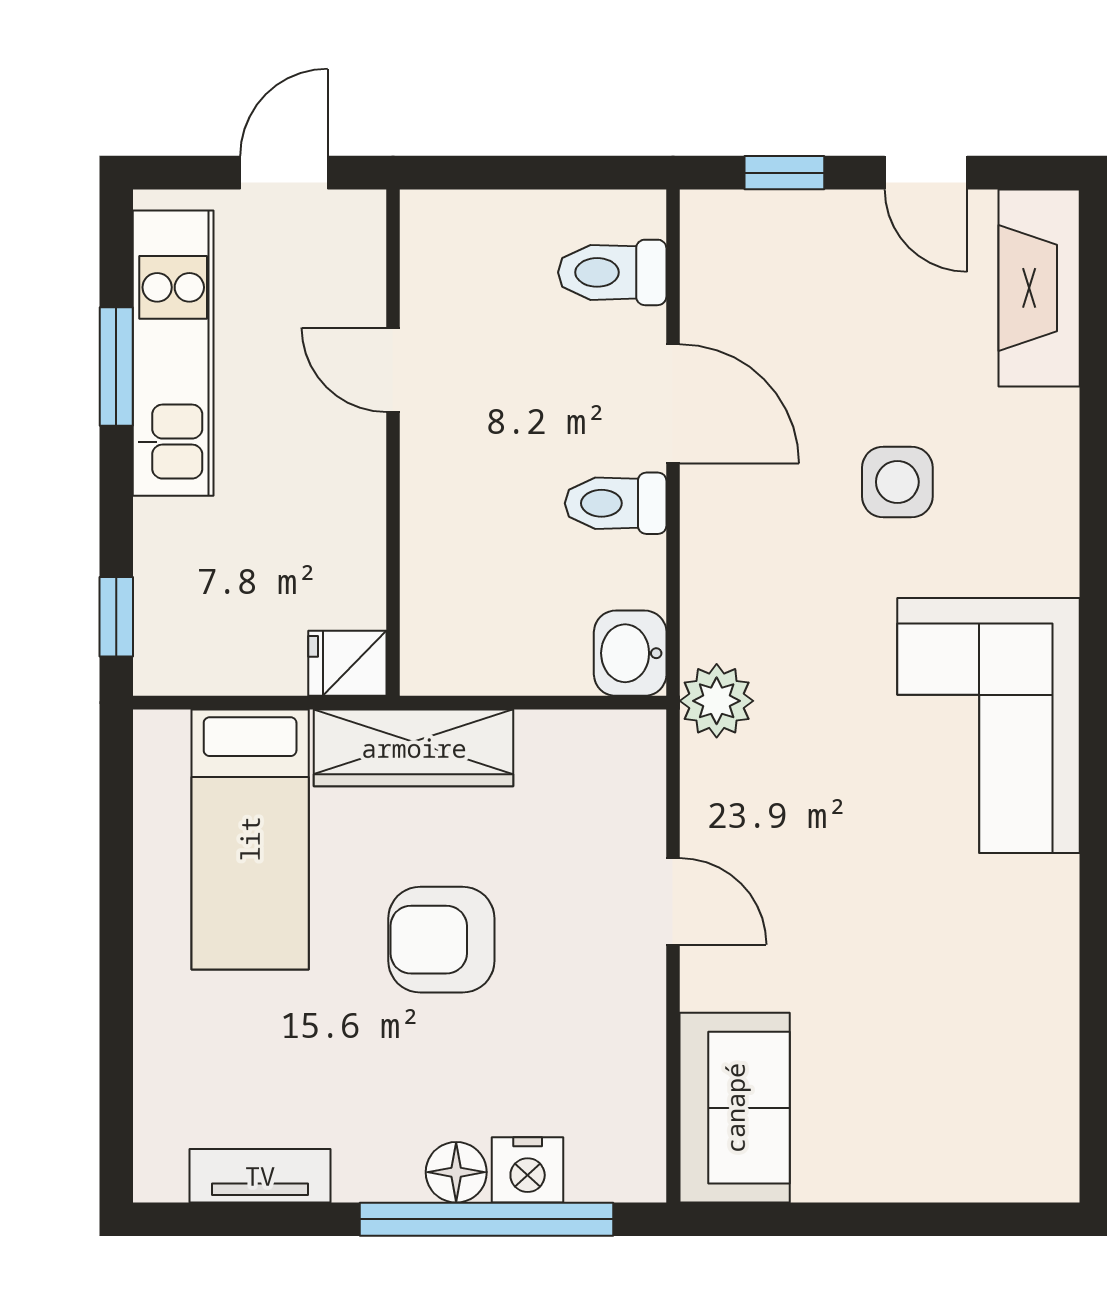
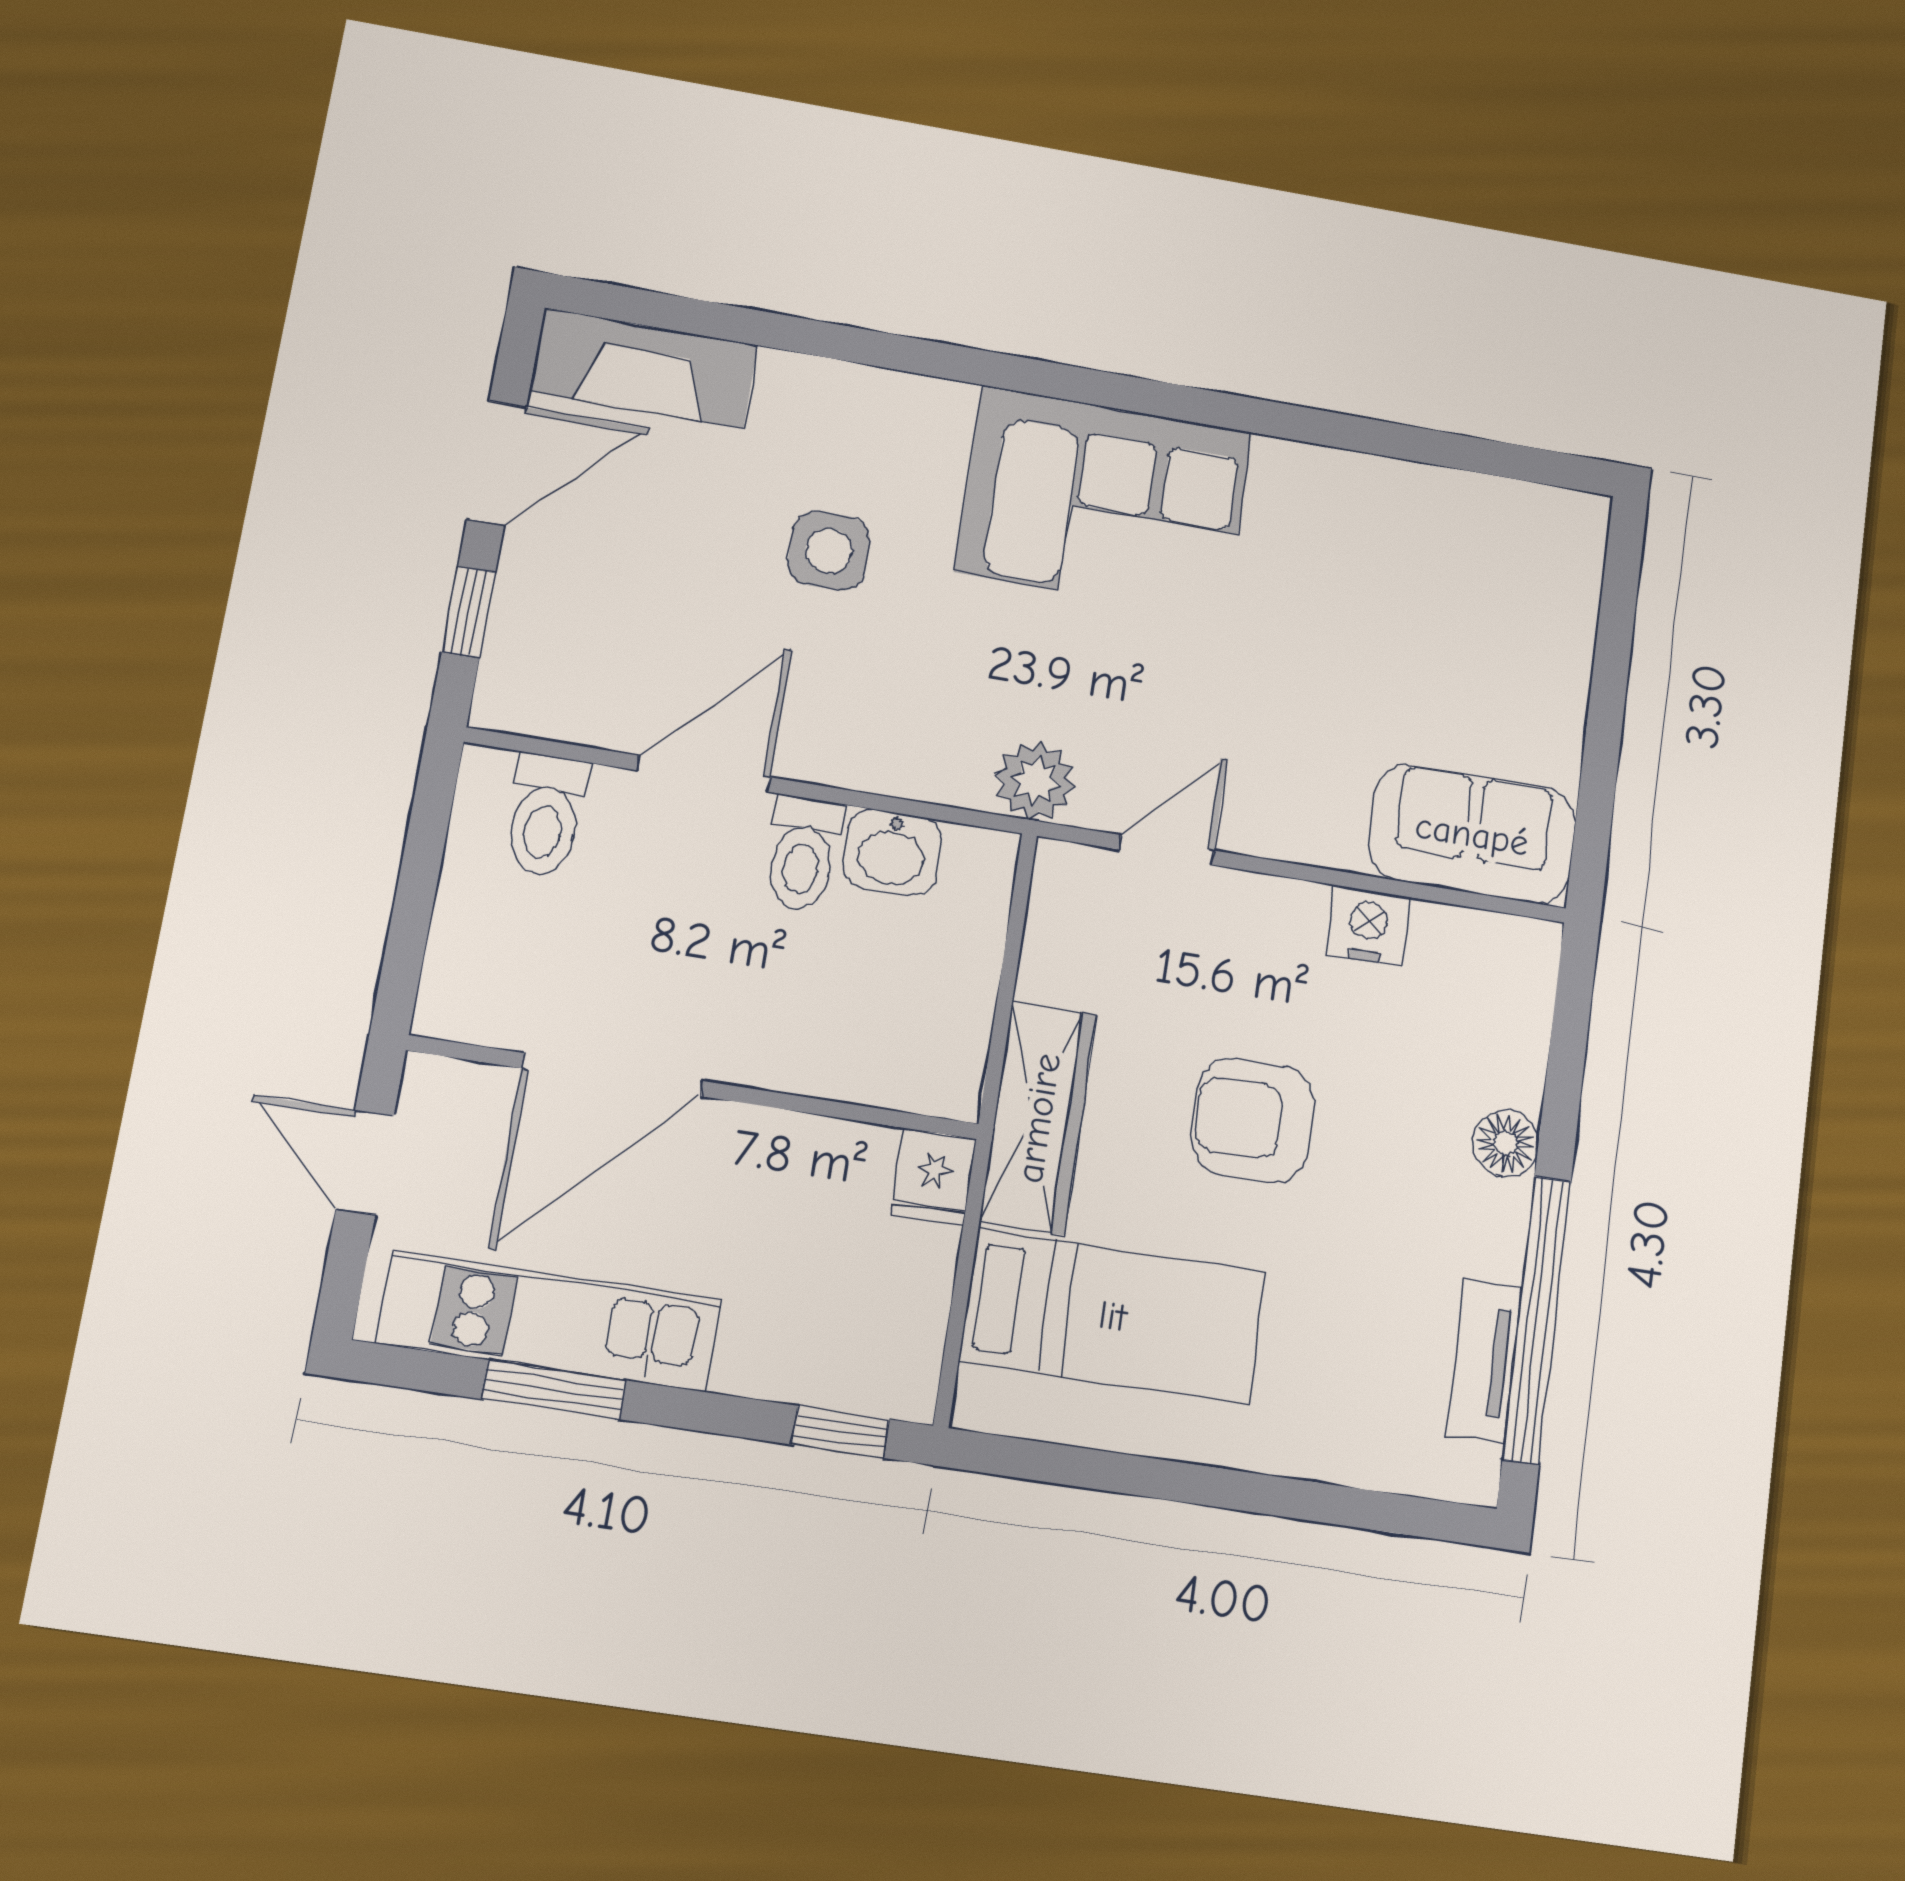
door: (926, 173) -> (497, 463), width x1.38
door: (393, 370) -> (612, 1075), width x1.88
washbasin: (630, 653) -> (892, 852), moved
door: (673, 901) -> (1167, 850), moved
armchair: (441, 940) -> (1252, 1120), turned 90
nightstand: (528, 1170) -> (1368, 926), moved, turned -90
window: (486, 1219) -> (1537, 1319), moved

